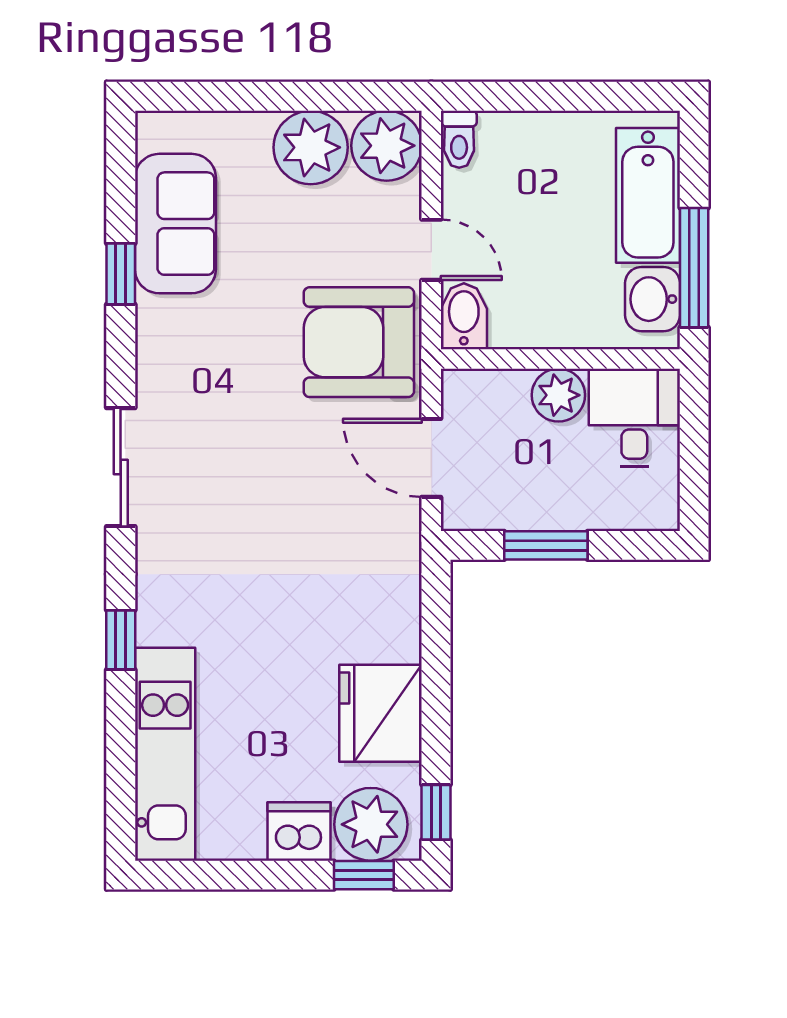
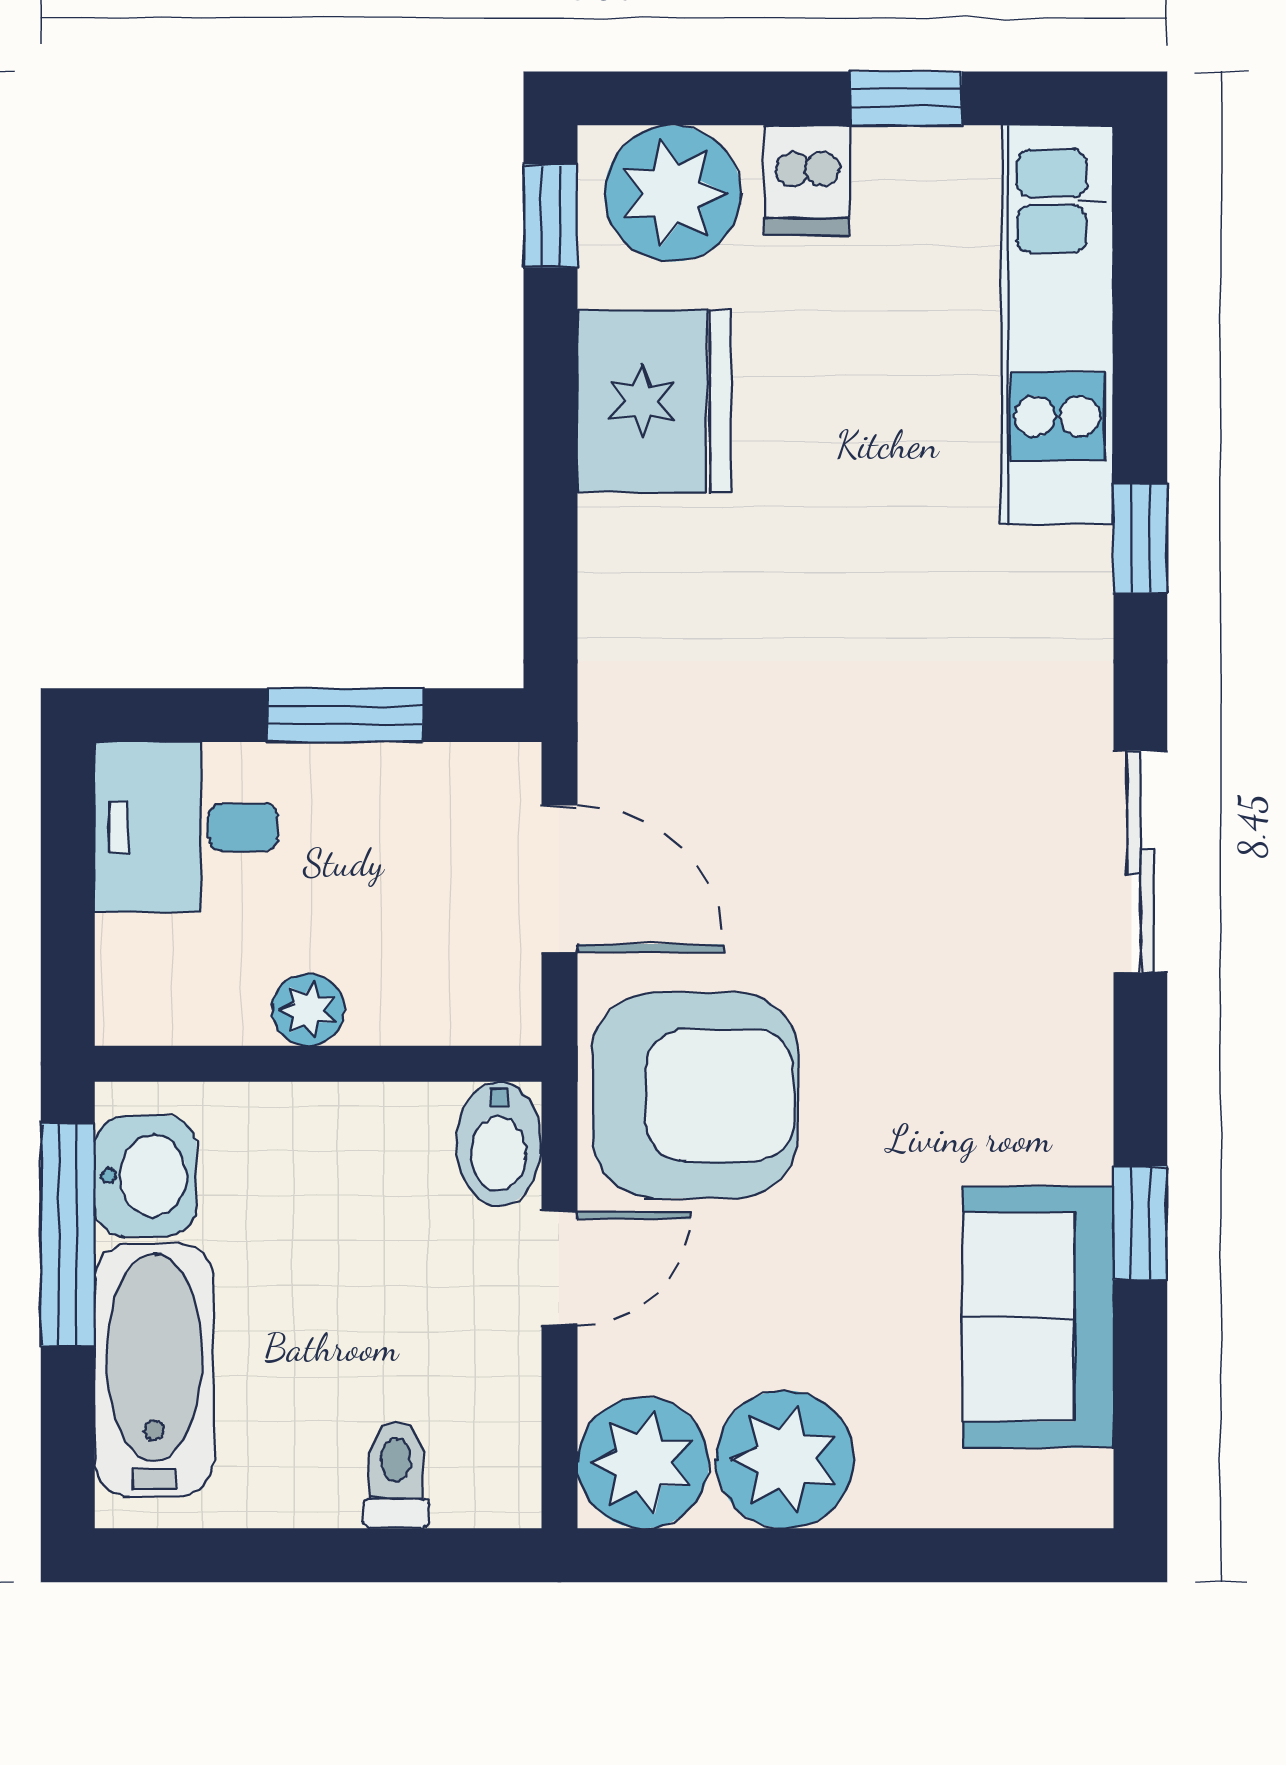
toilet: (459, 139) -> (396, 1475), moved
door: (431, 250) -> (559, 1268), swing flipped
plant: (558, 395) -> (308, 1010), width x0.73, depth x0.73
desk: (634, 418) -> (186, 827), moved, turned 90
dishwasher: (299, 831) -> (807, 180), width x0.73
window: (364, 875) -> (906, 98), moved

